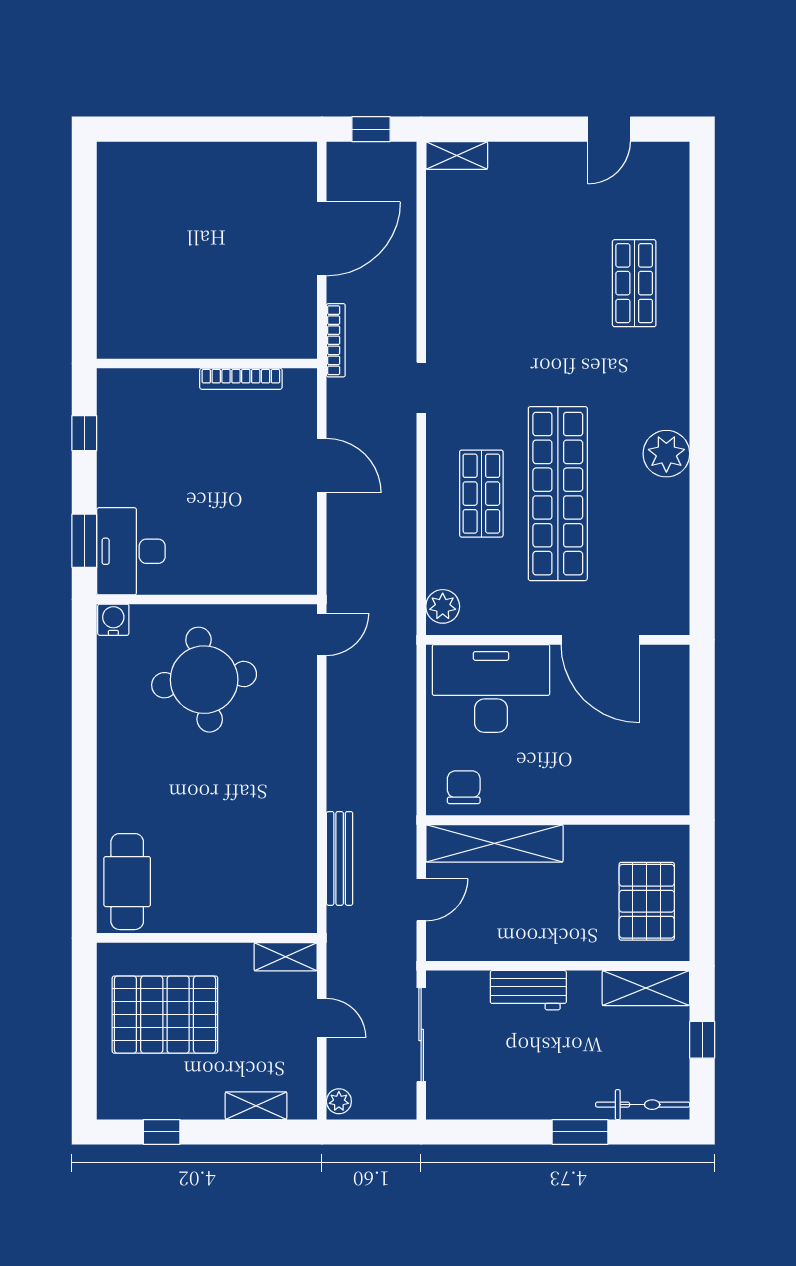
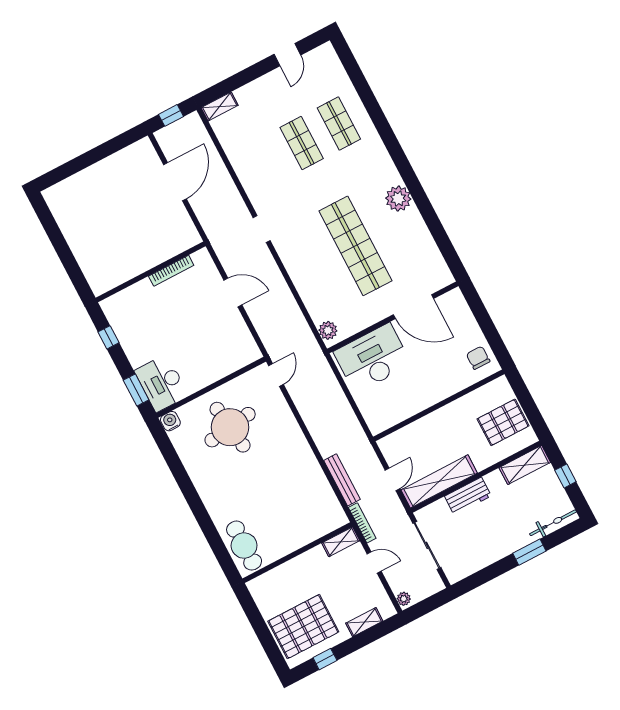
bookcase: (336, 340) -> (362, 523), moved
shop shelf: (481, 494) -> (302, 143), moved
chair: (464, 787) -> (478, 358), moved
shelving: (494, 843) -> (439, 481), moved
pallet: (647, 901) -> (503, 422), turned 90
pallet: (165, 1015) -> (303, 627), moved

